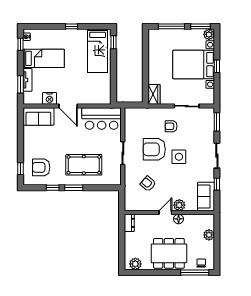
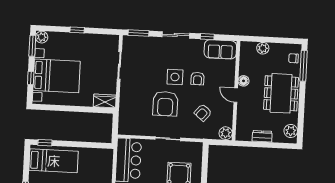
window: (171, 26) -> (31, 78), width x0.46
bed with nightstands: (194, 65) -> (57, 76), moved, turned -90
armchair: (171, 126) -> (198, 79), moved
plant: (179, 205) -> (226, 133), moved
dresser: (129, 223) -> (262, 136), moved

